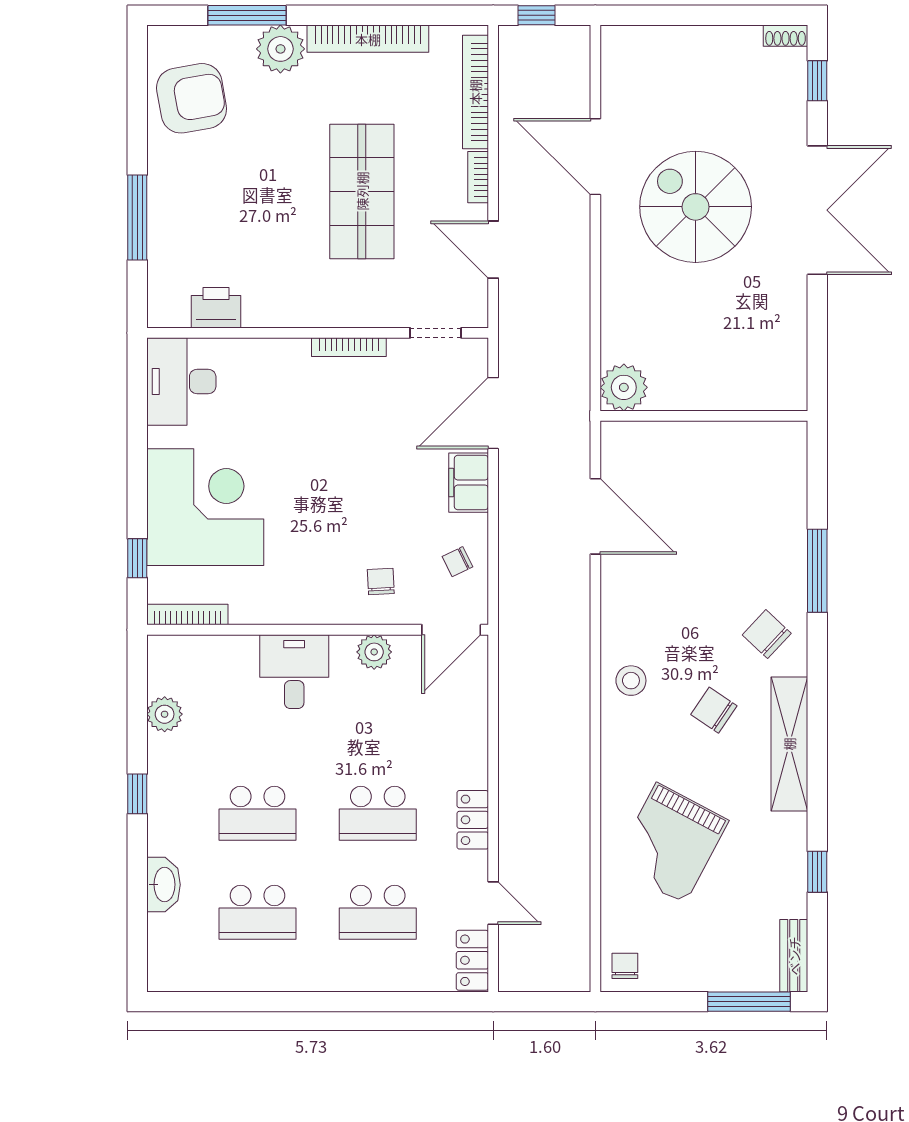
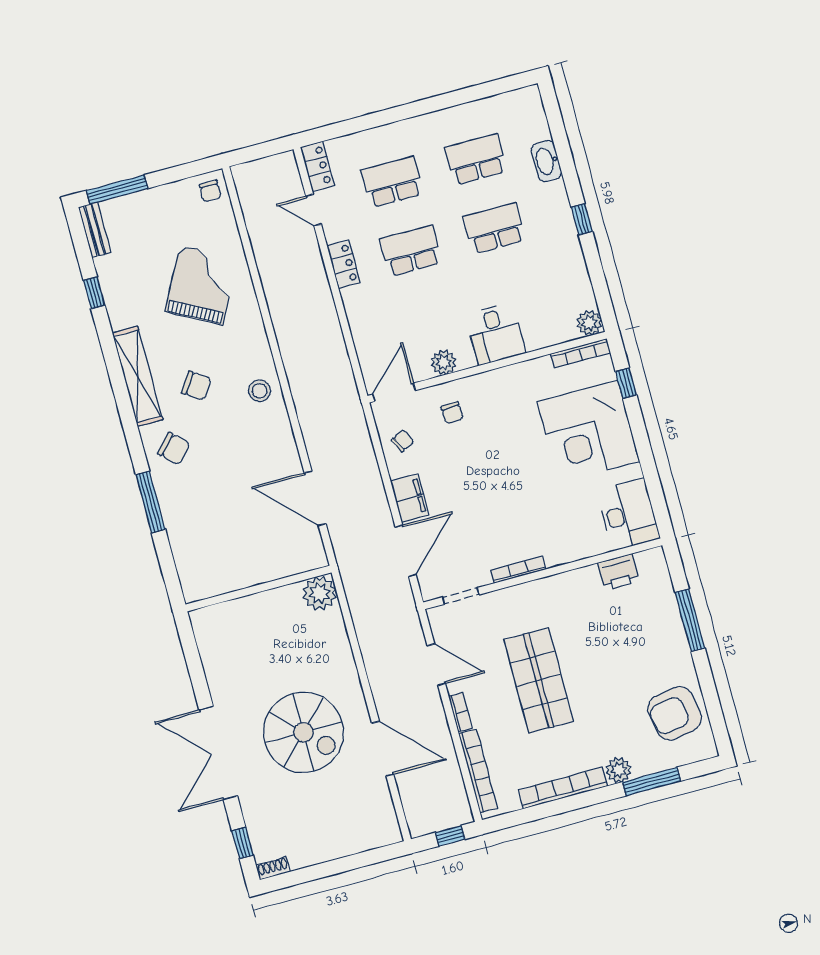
plant: (280, 49) -> (619, 770), width x0.73, depth x0.73
plant: (165, 714) -> (589, 323), moved

